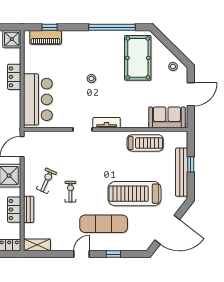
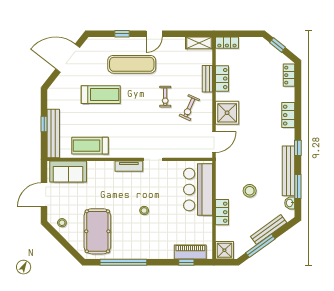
bench: (182, 172) -> (53, 133), moved
treadmill: (134, 194) -> (101, 95), width x0.73, depth x0.73

